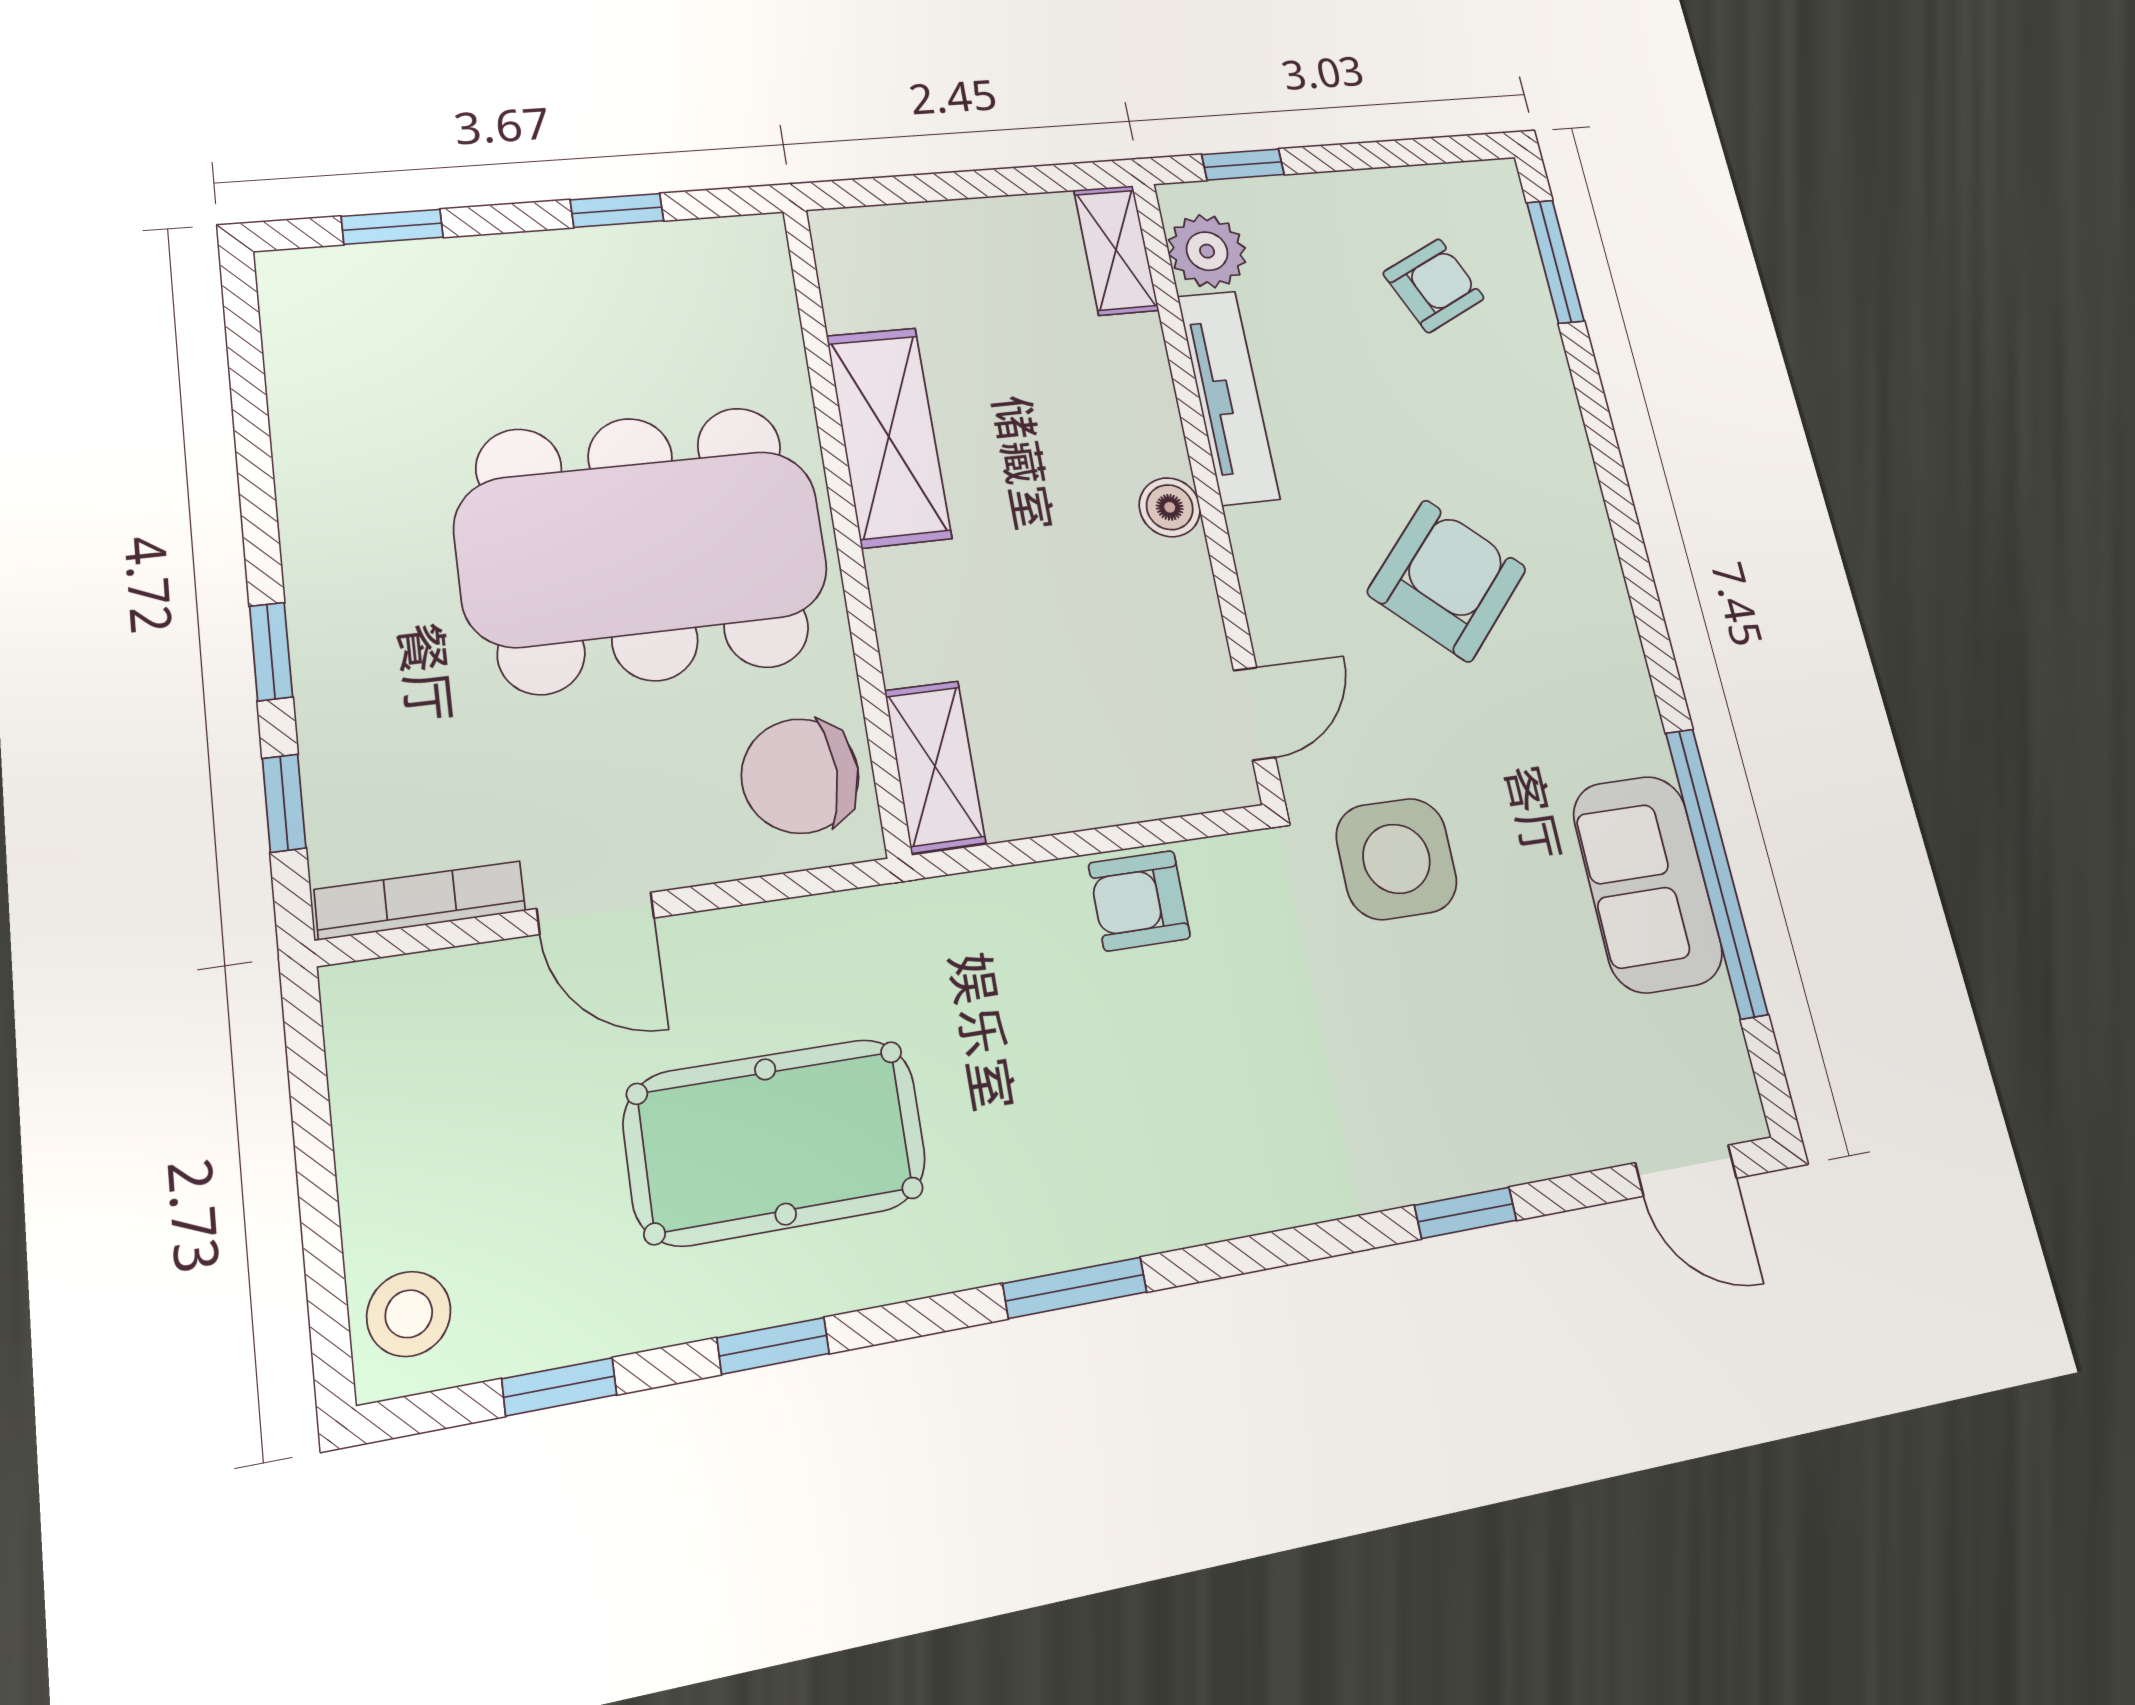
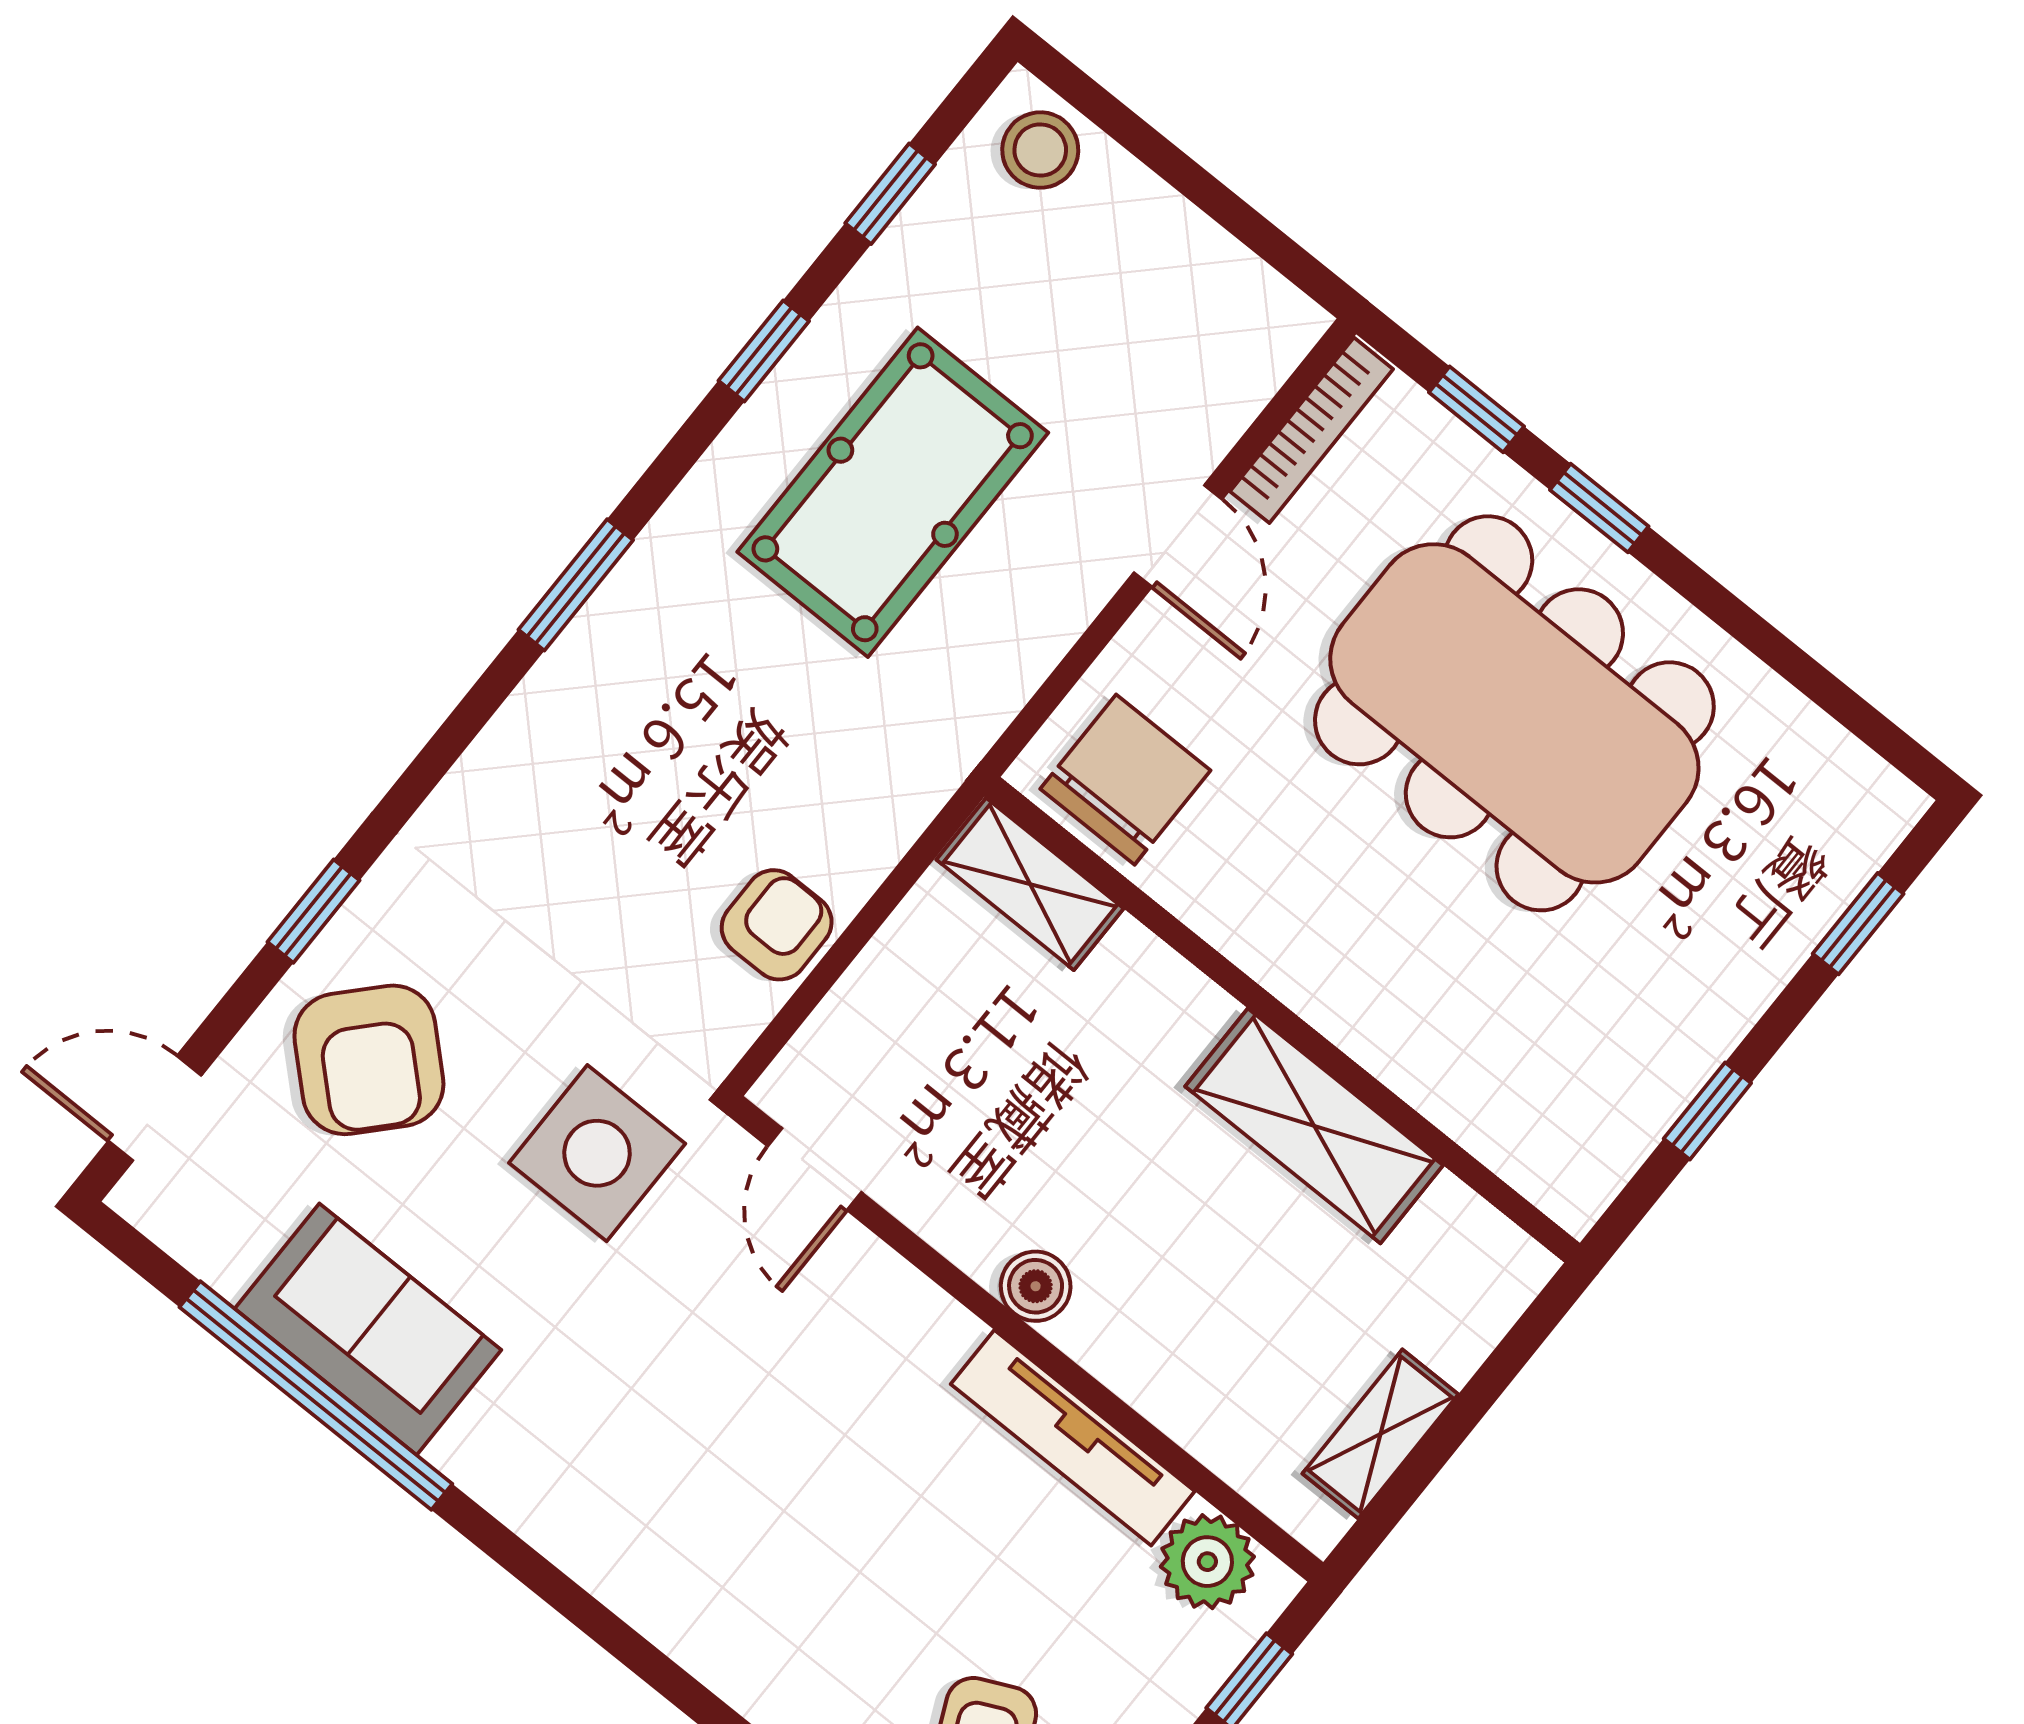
shelving: (1116, 250) -> (1380, 1434), moved, turned 90
dining table: (642, 548) -> (1514, 713), moved, turned 90
armchair: (1447, 581) -> (369, 1060), moved
door: (596, 913) -> (1178, 536), swing flipped

